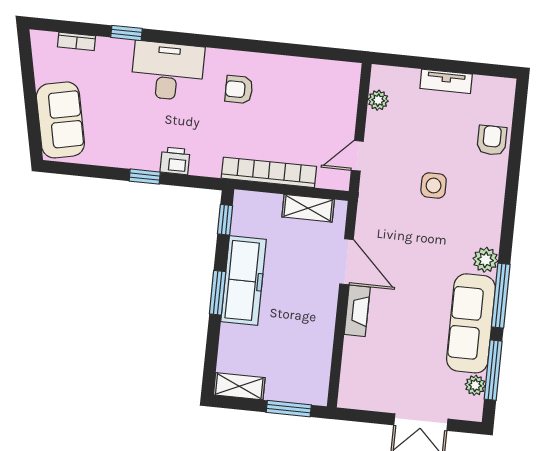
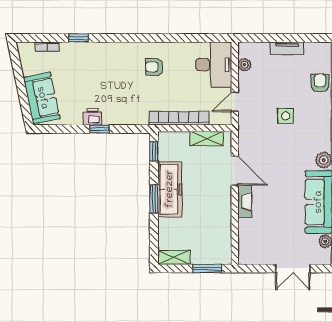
desk: (168, 71) -> (214, 65), moved, turned 90
printer: (175, 161) -> (92, 117), moved

